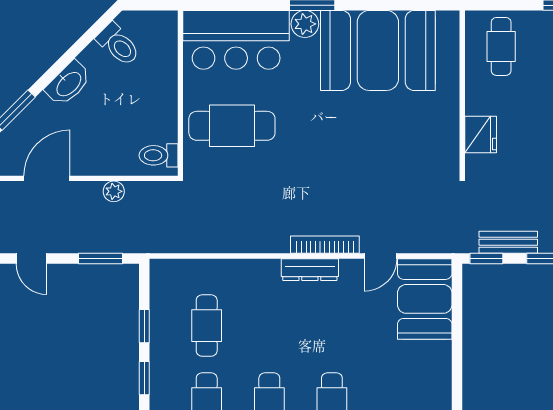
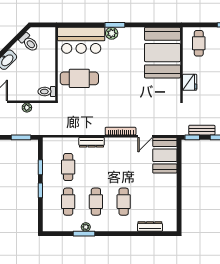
booth: (378, 50) -> (162, 53), moved, turned 90
dresser: (310, 270) -> (92, 142), moved

